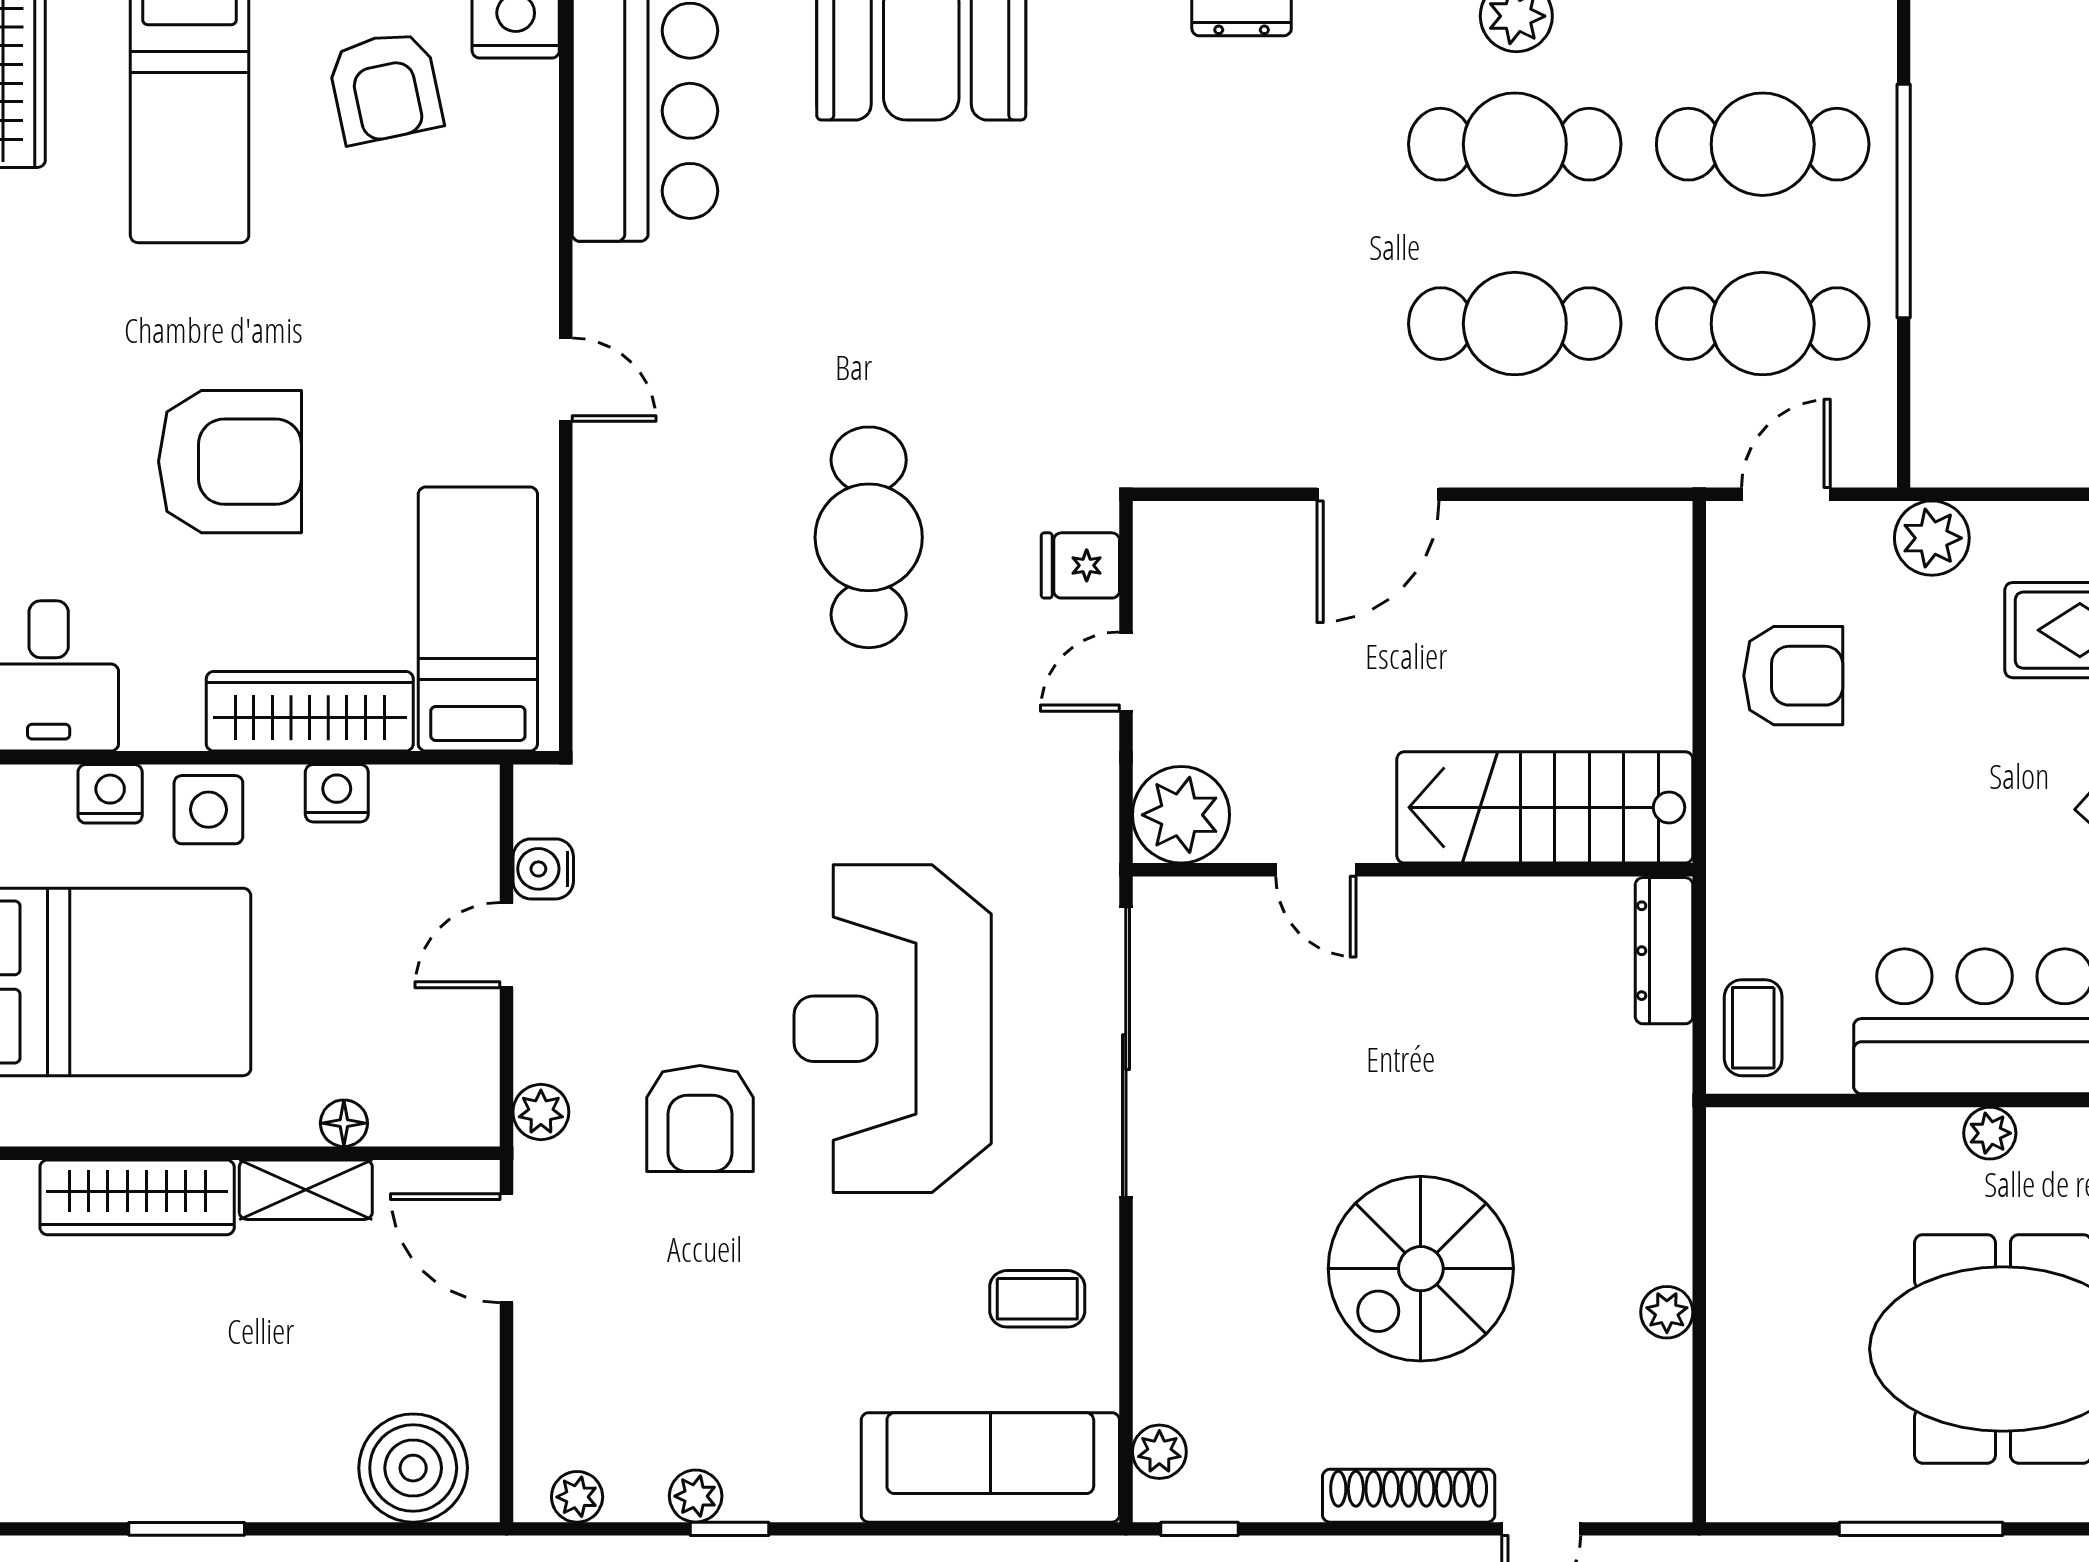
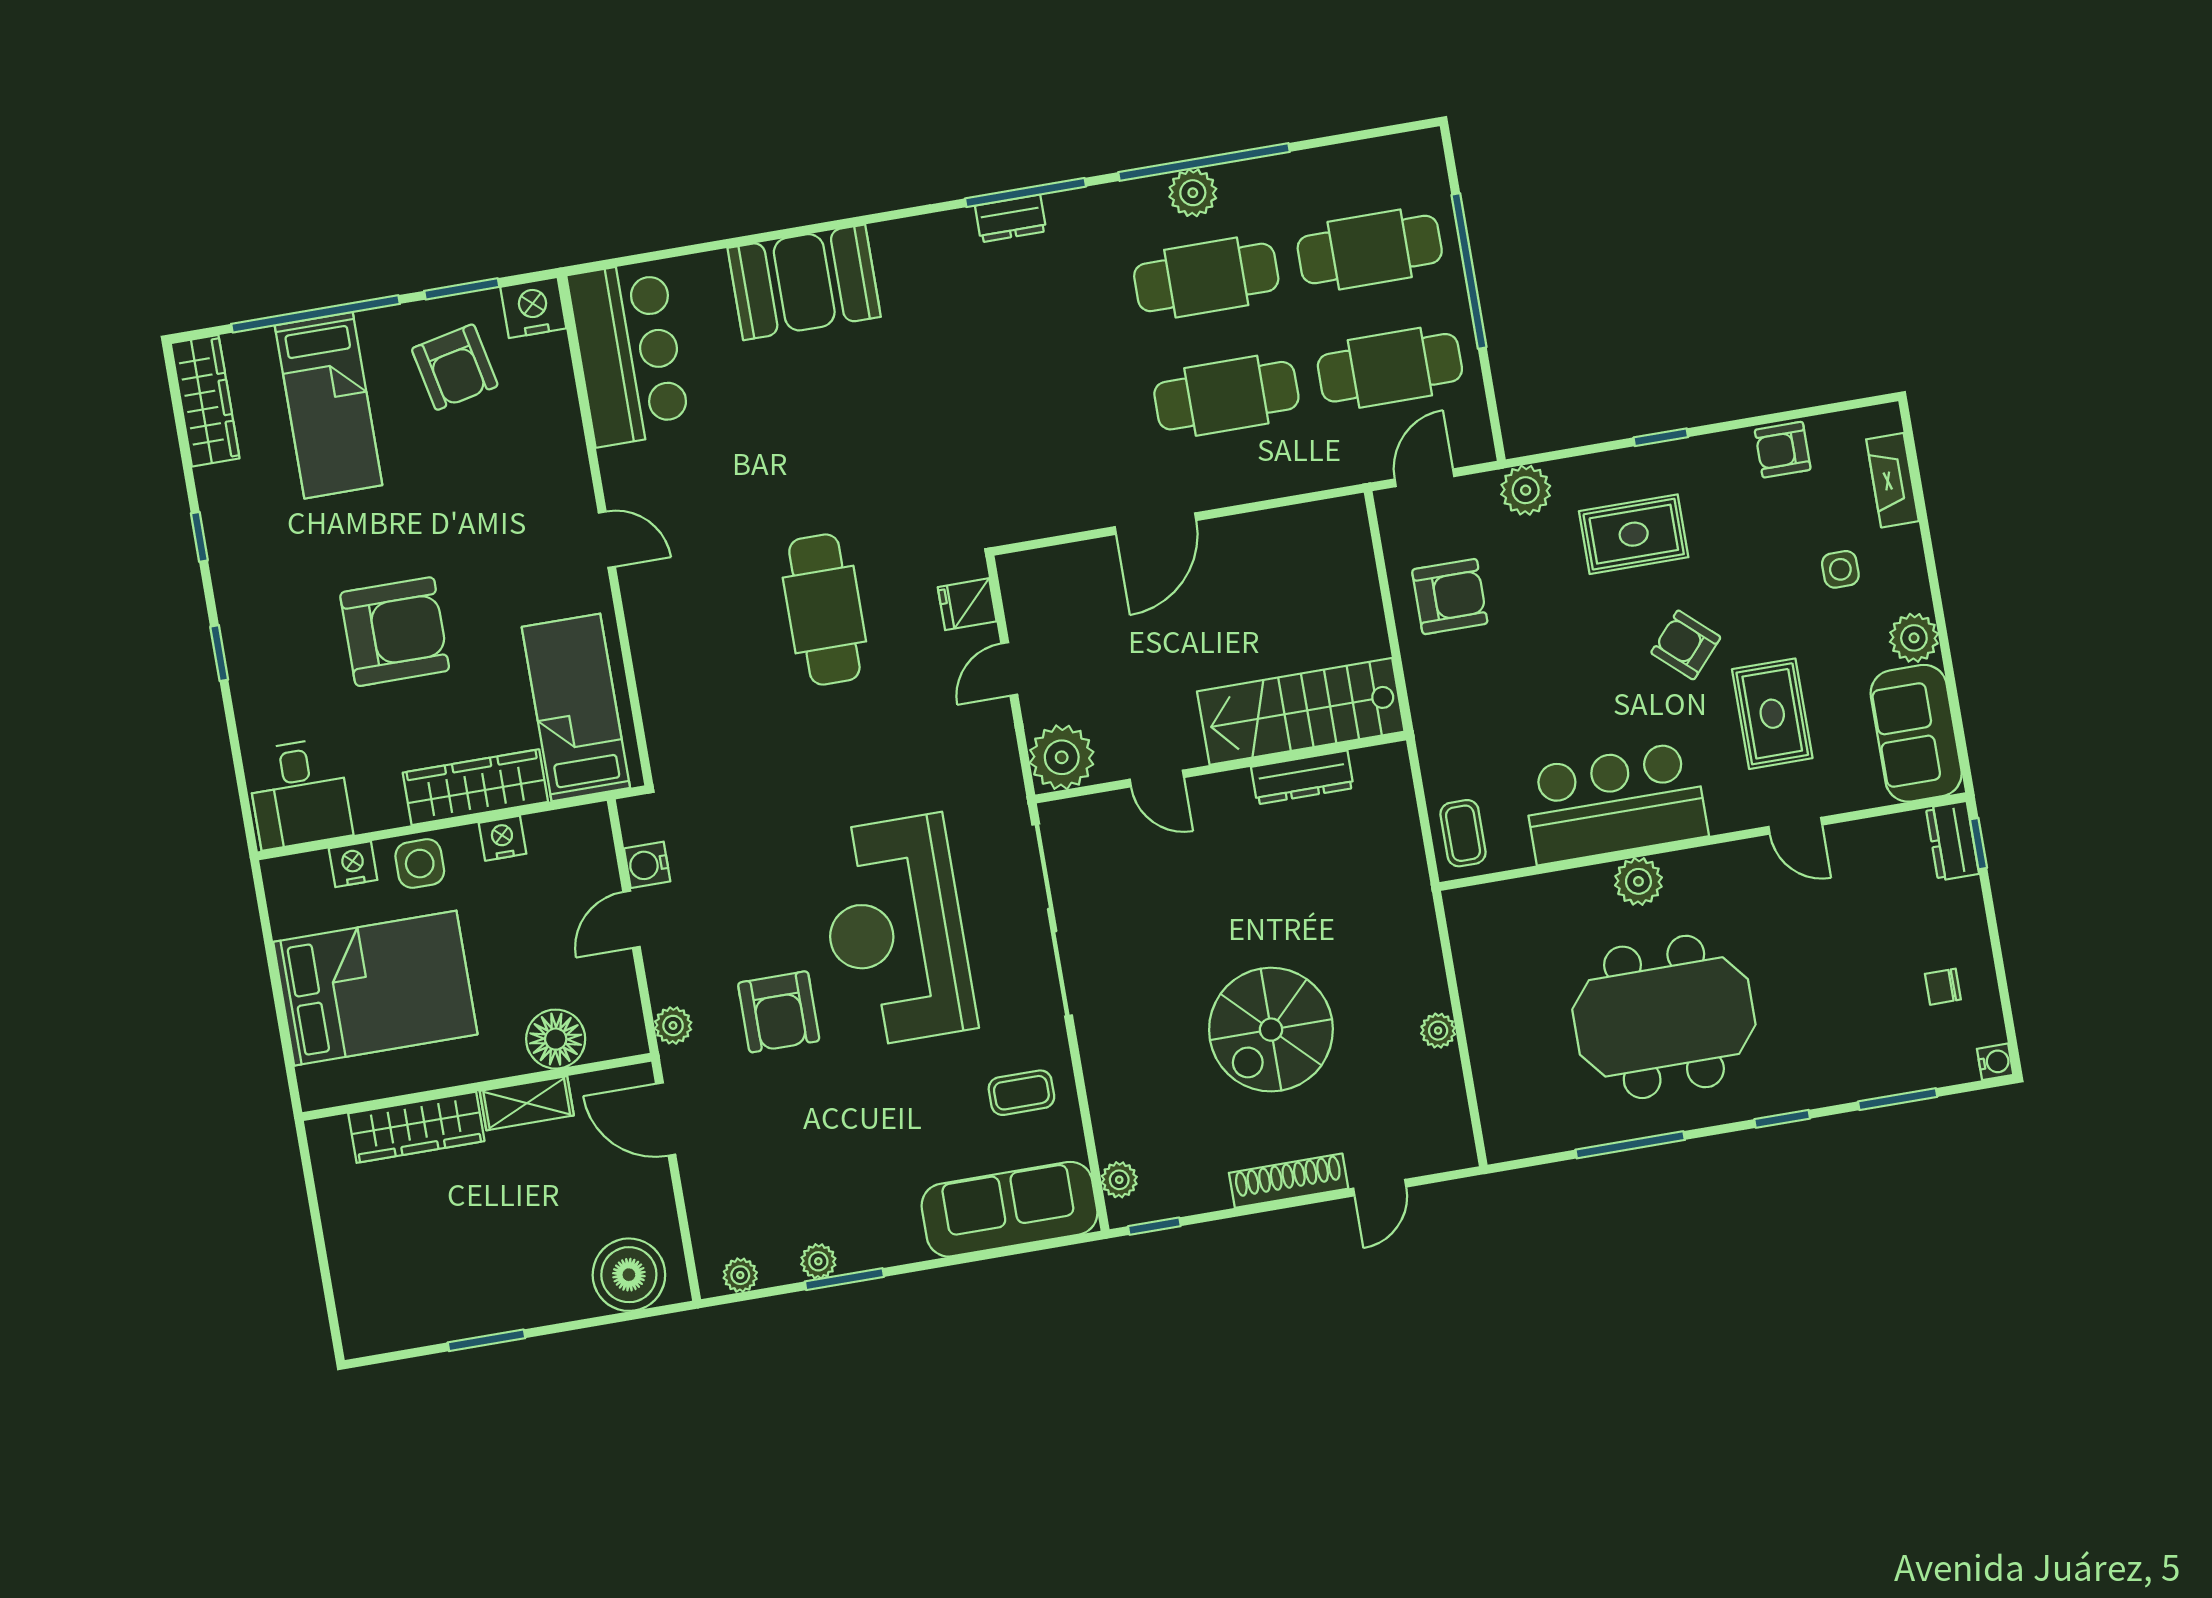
dresser: (1664, 951) -> (1302, 777), moved, turned -90
floor lamp: (344, 1123) -> (556, 1039), width x1.89, depth x1.89
plant: (1990, 1133) -> (1638, 881), width x1.38, depth x1.38
window: (730, 1529) -> (844, 1279), width x1.50

